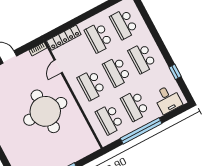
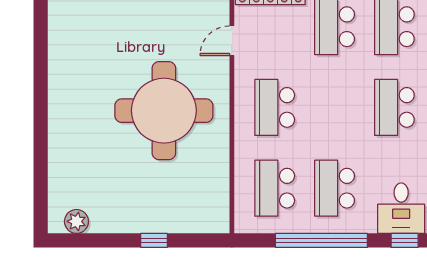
school desk: (117, 72) -> (335, 107), removed
window: (176, 112) -> (405, 240), added

